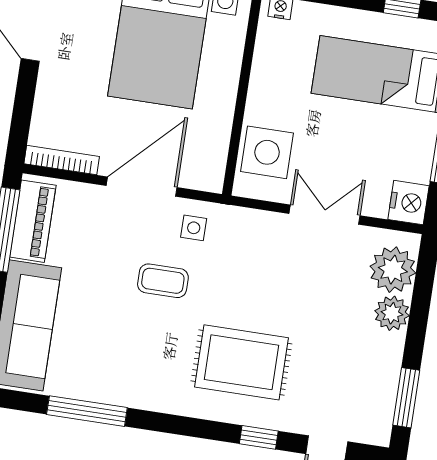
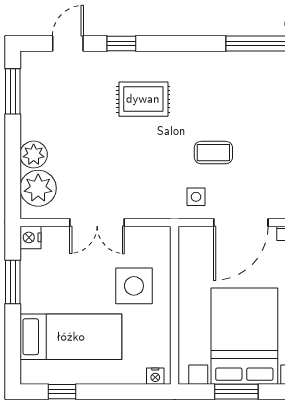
side table: (267, 152) -> (134, 286), moved
nightstand: (409, 203) -> (30, 237), width x0.74, depth x0.75
rug: (241, 362) -> (143, 99), width x0.73, depth x0.70

